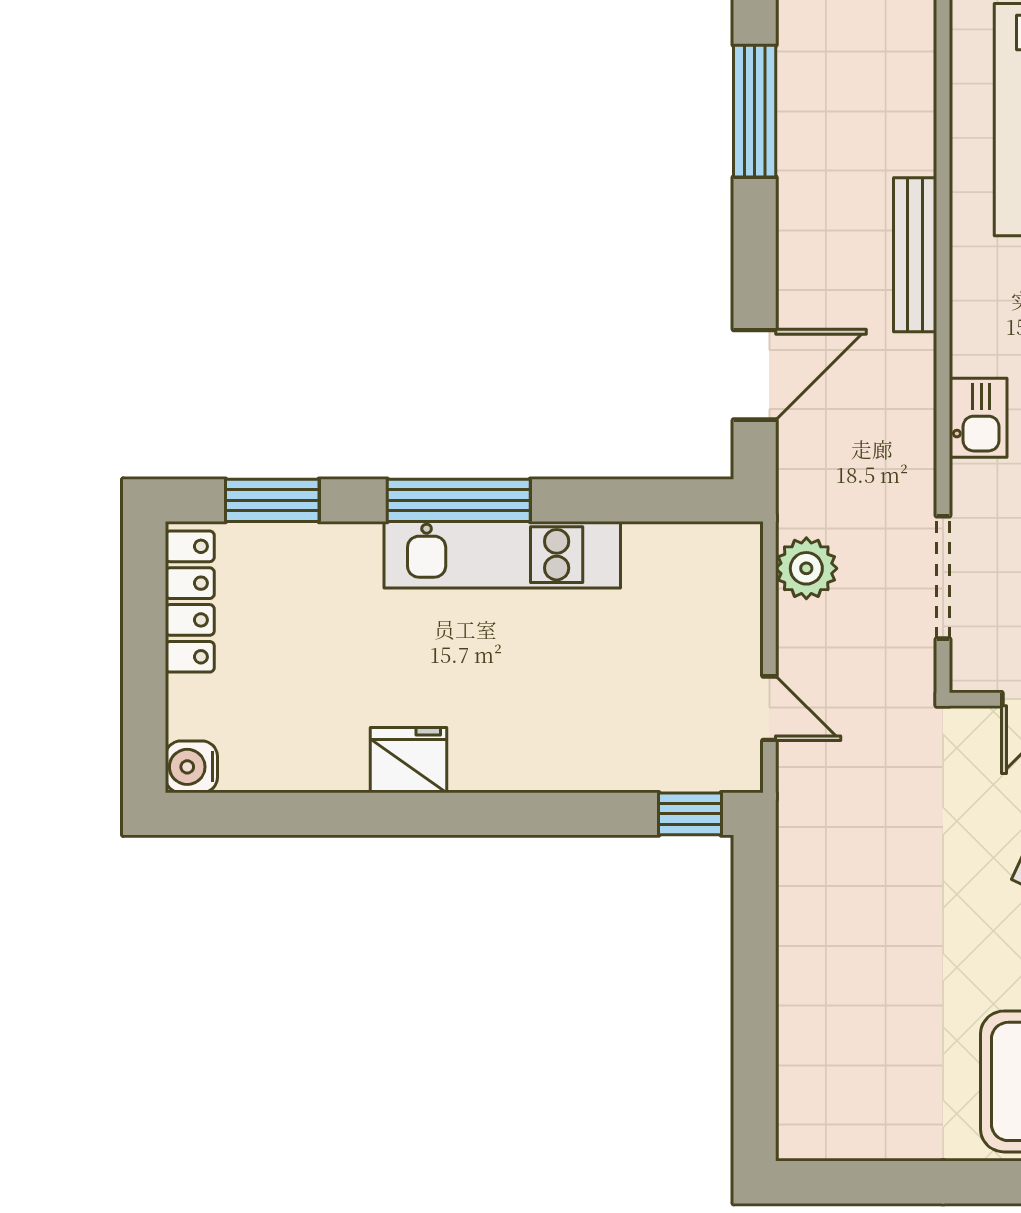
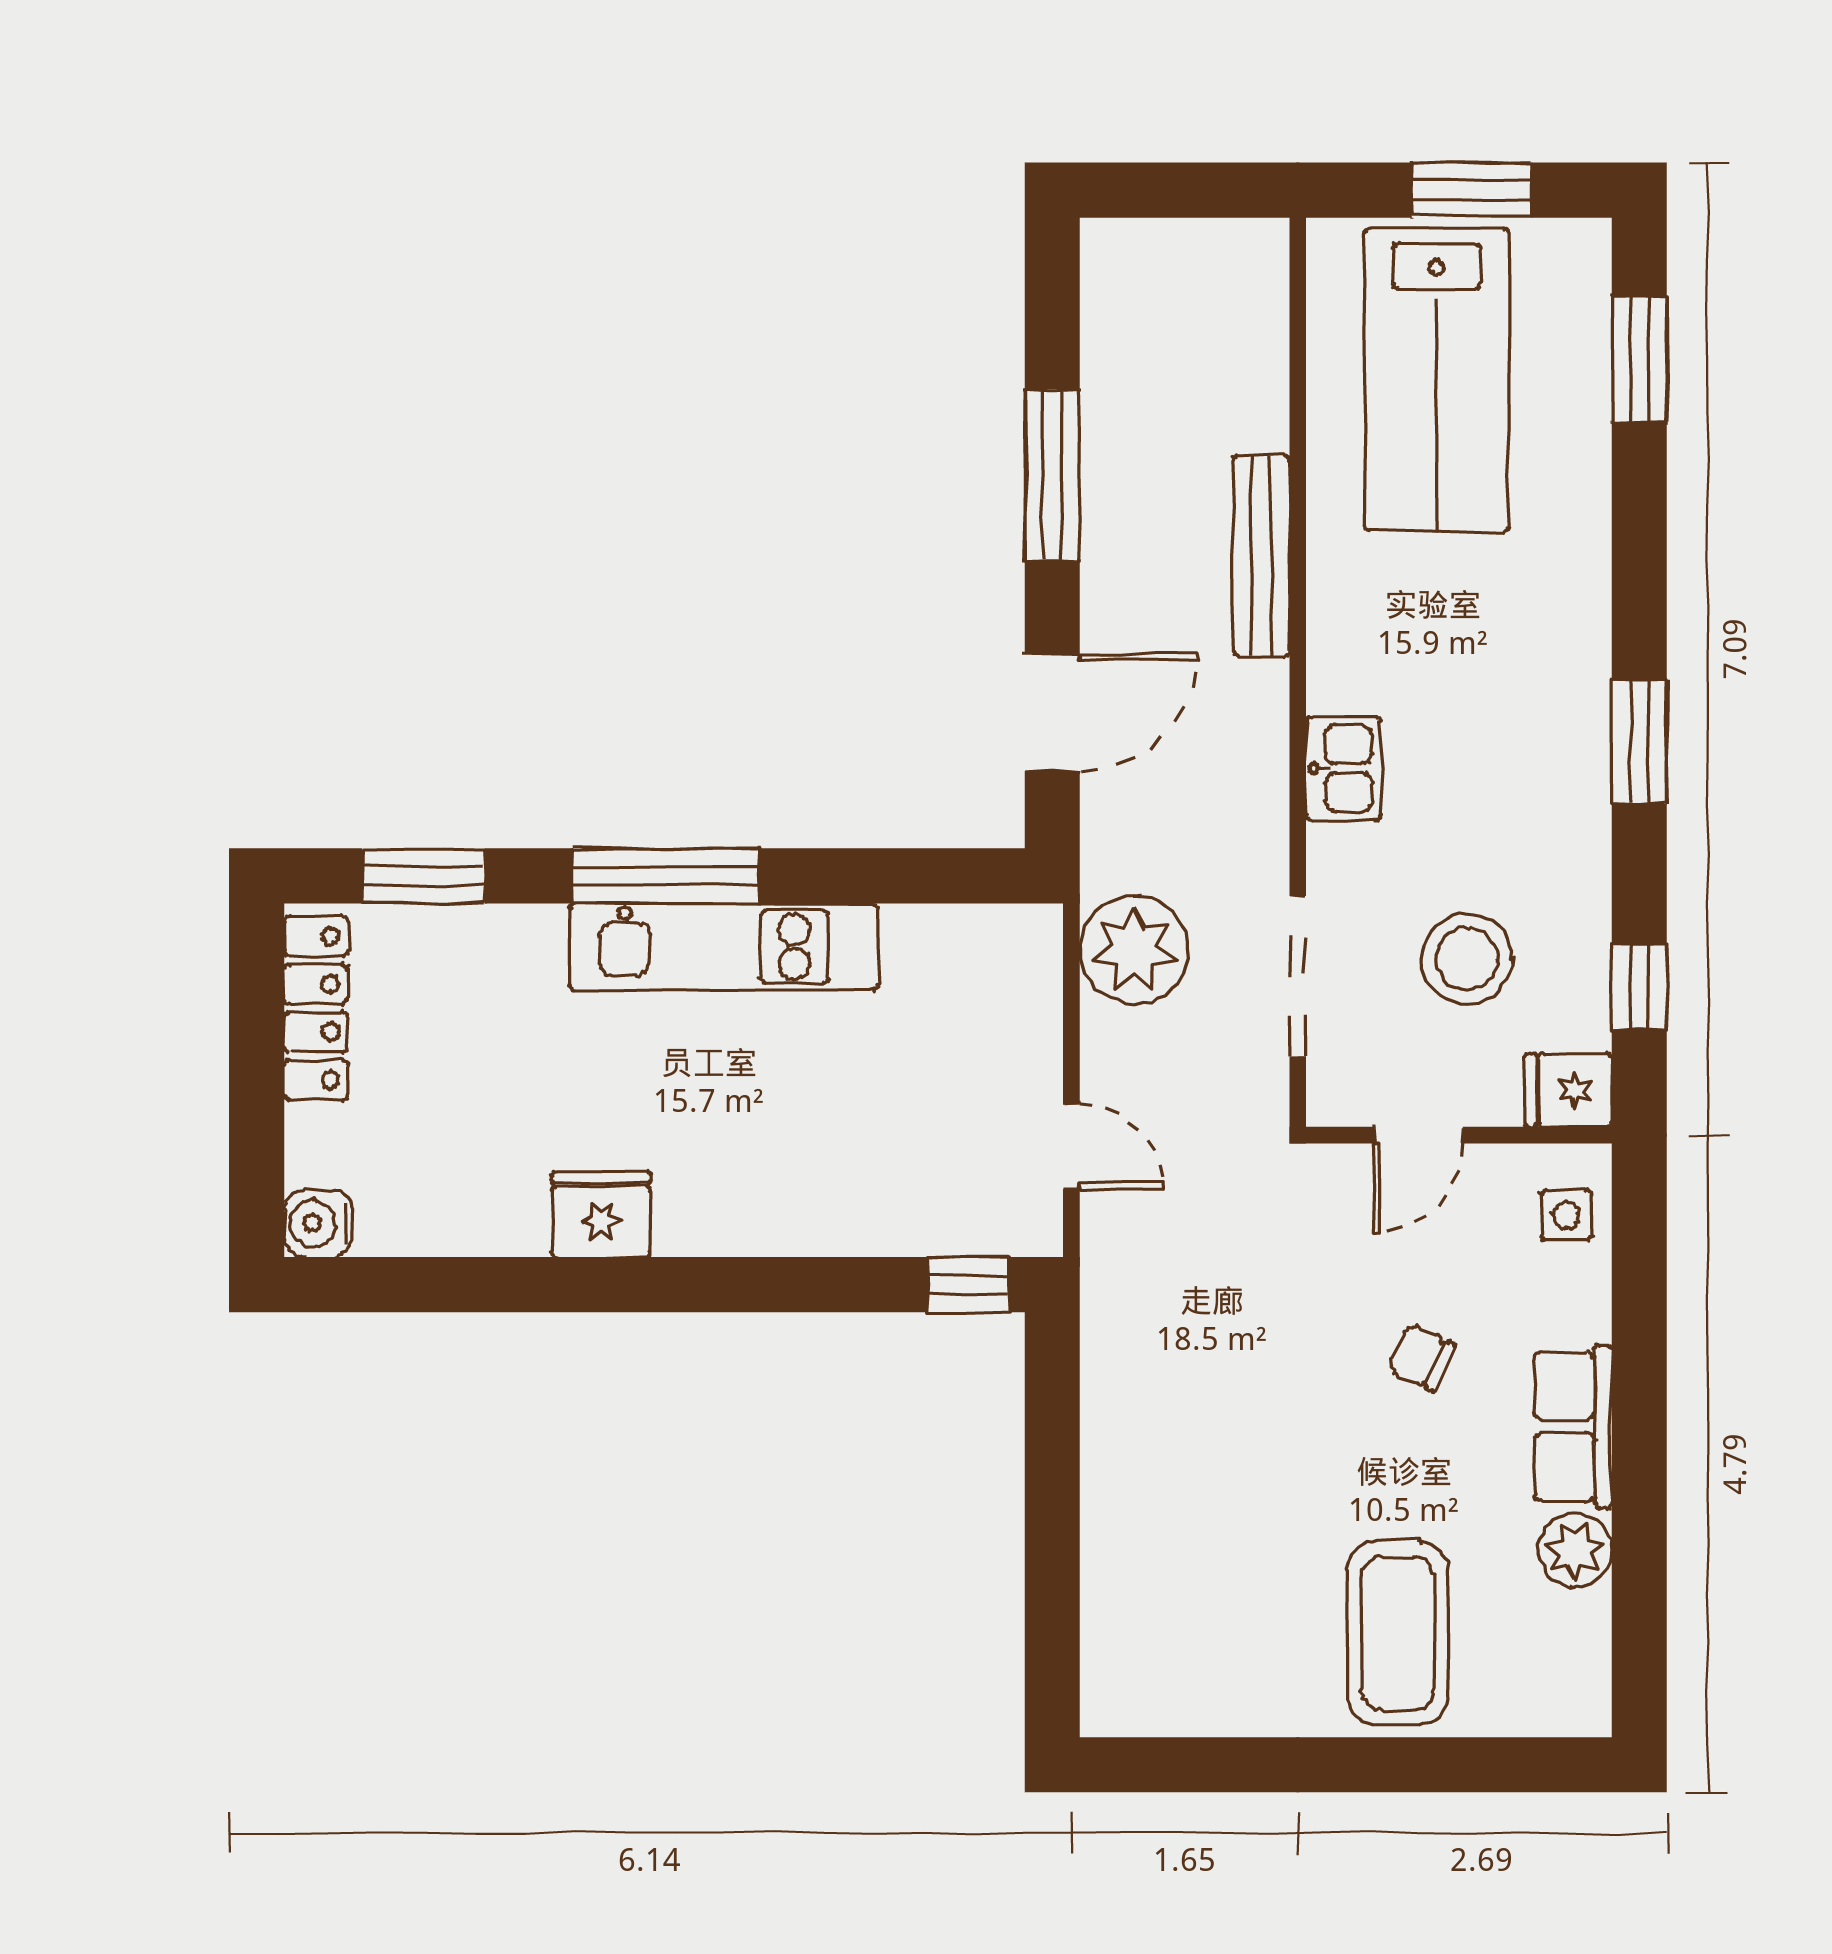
window: (755, 111) -> (1052, 475), moved
plant: (806, 568) -> (1134, 950), width x1.36, depth x1.36

